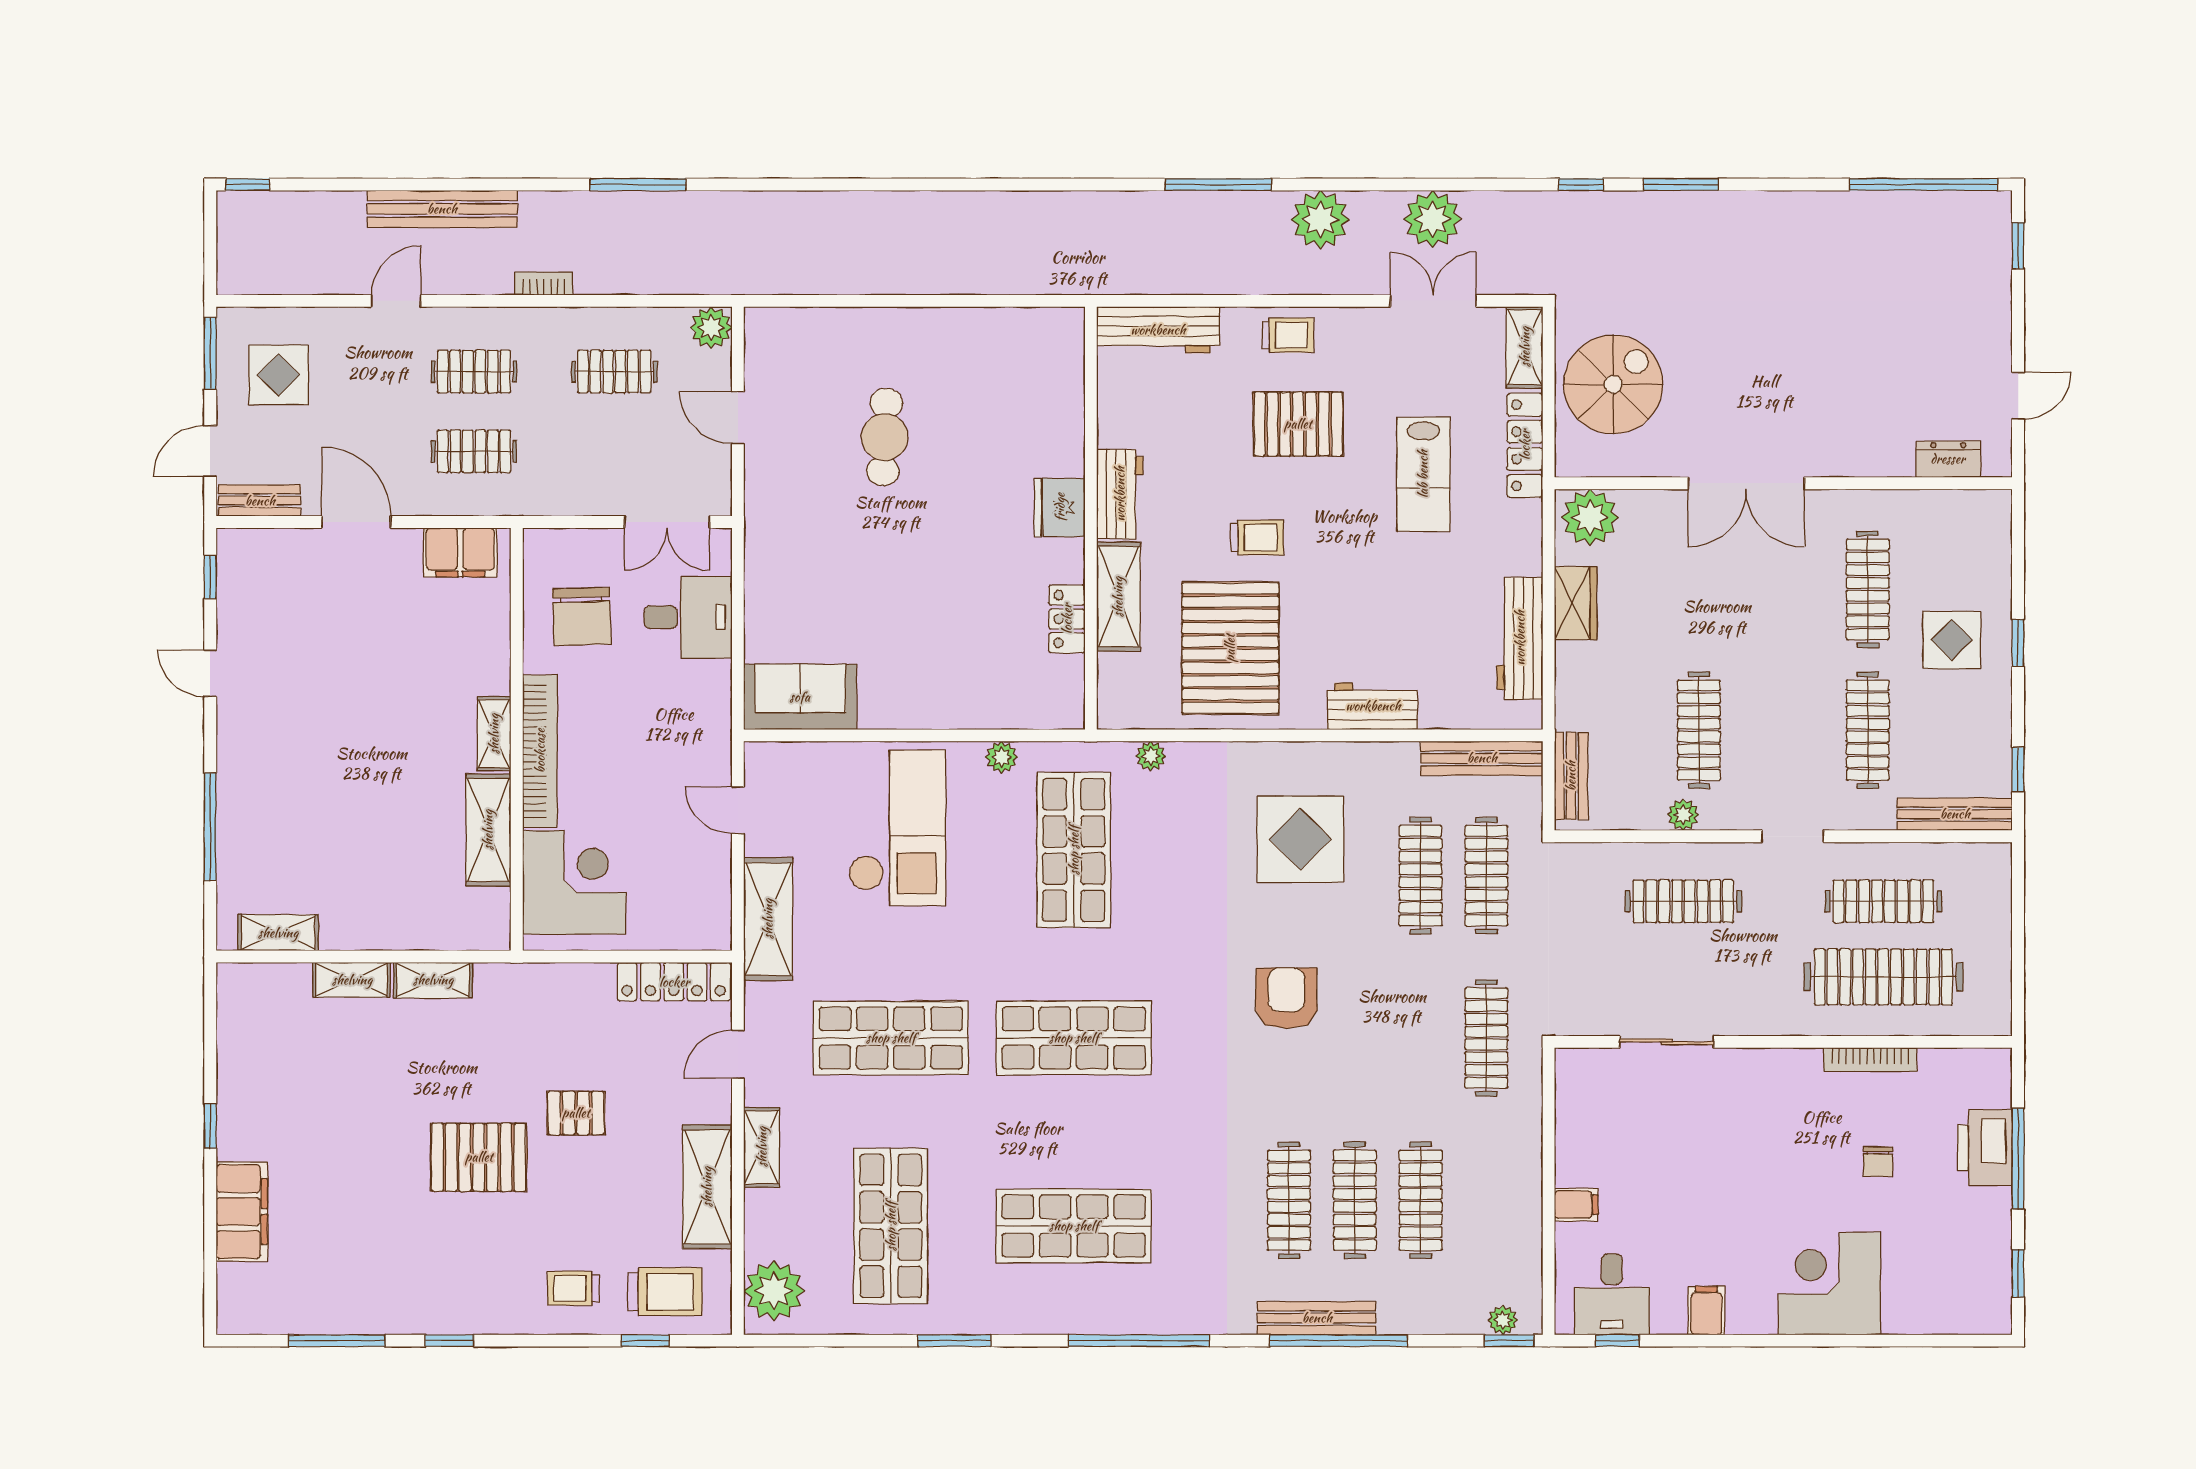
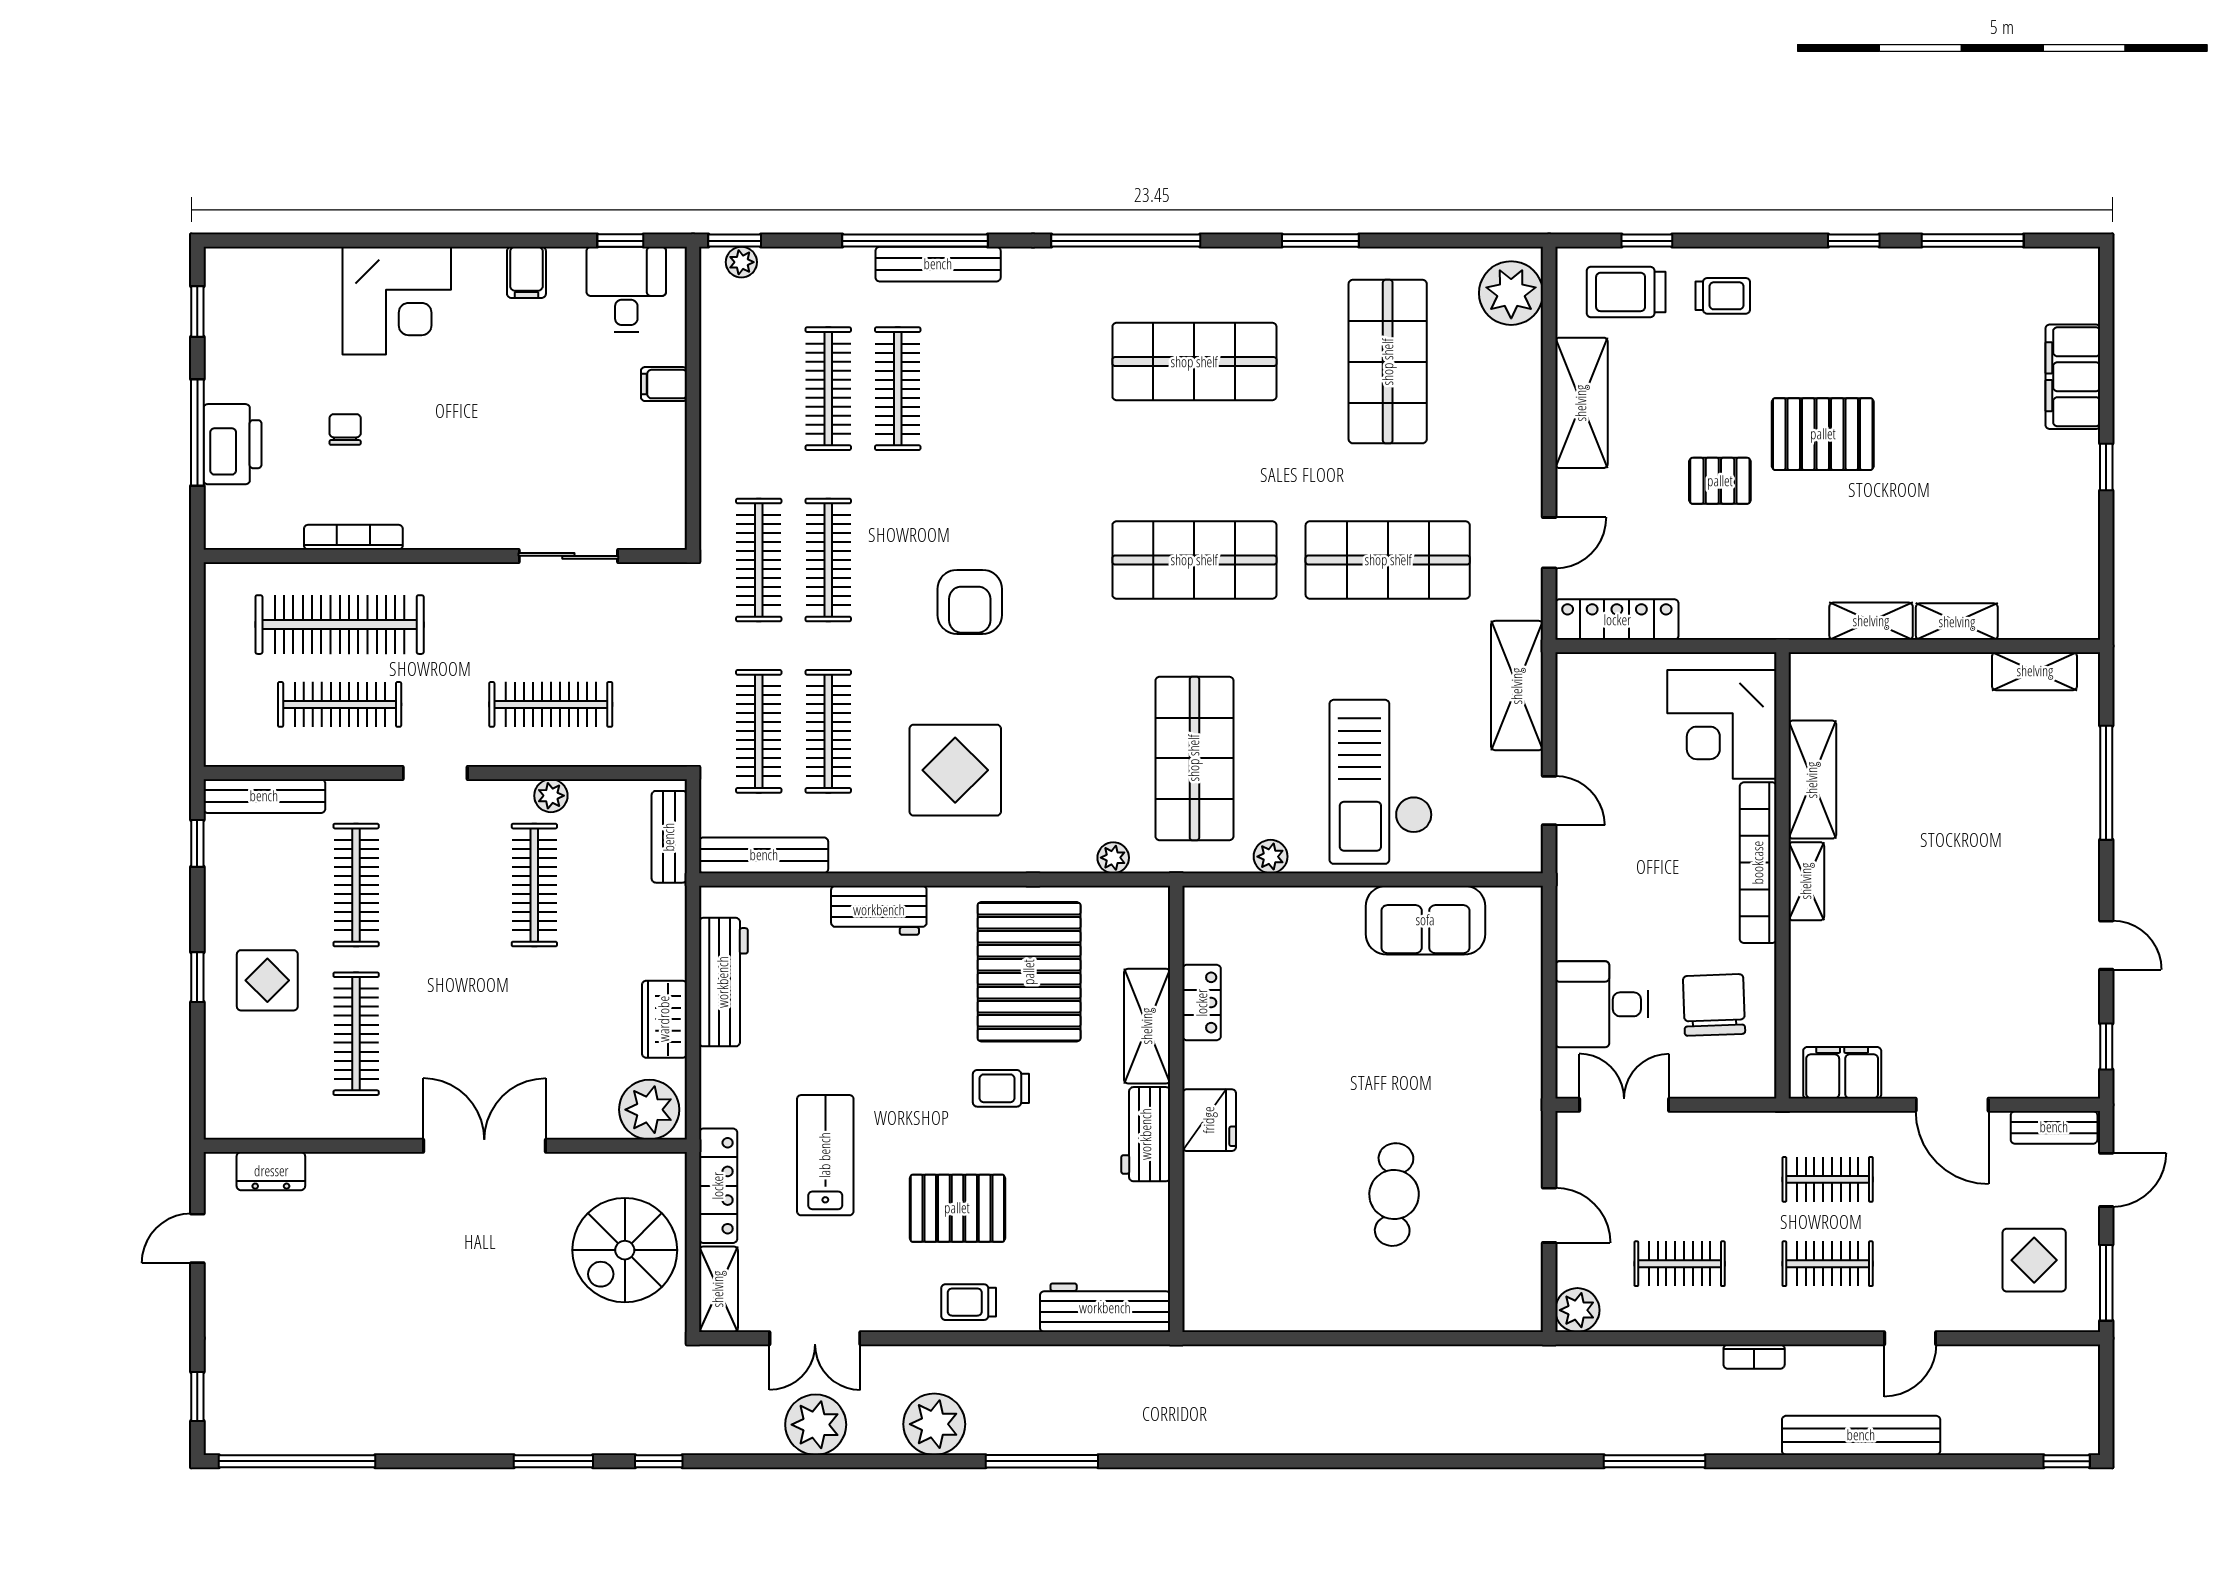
sofa: (800, 697) -> (1425, 920), moved
shelving: (762, 1147) -> (1524, 445), removed
clothes rail: (1289, 1200) -> (828, 560), moved

